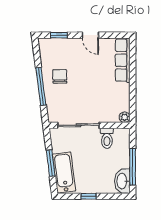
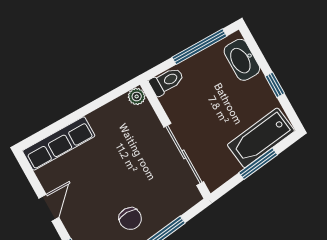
chair: (60, 76) -> (130, 219), turned -90
toilet: (107, 138) -> (167, 81), moved
washbasin: (122, 181) -> (242, 60), moved, turned 90

